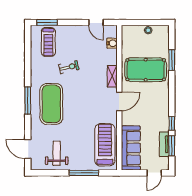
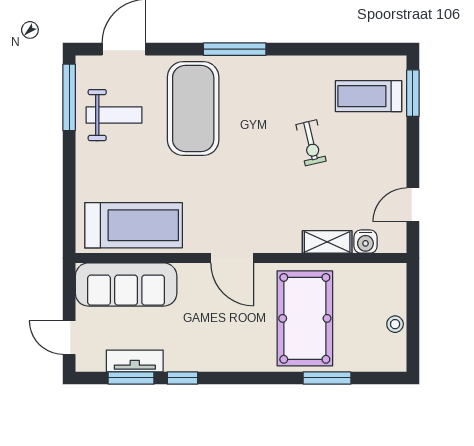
shelving: (112, 76) -> (327, 242), moved
exercise mat: (51, 104) -> (193, 109), moved, turned 90
window: (84, 173) -> (69, 97), moved

